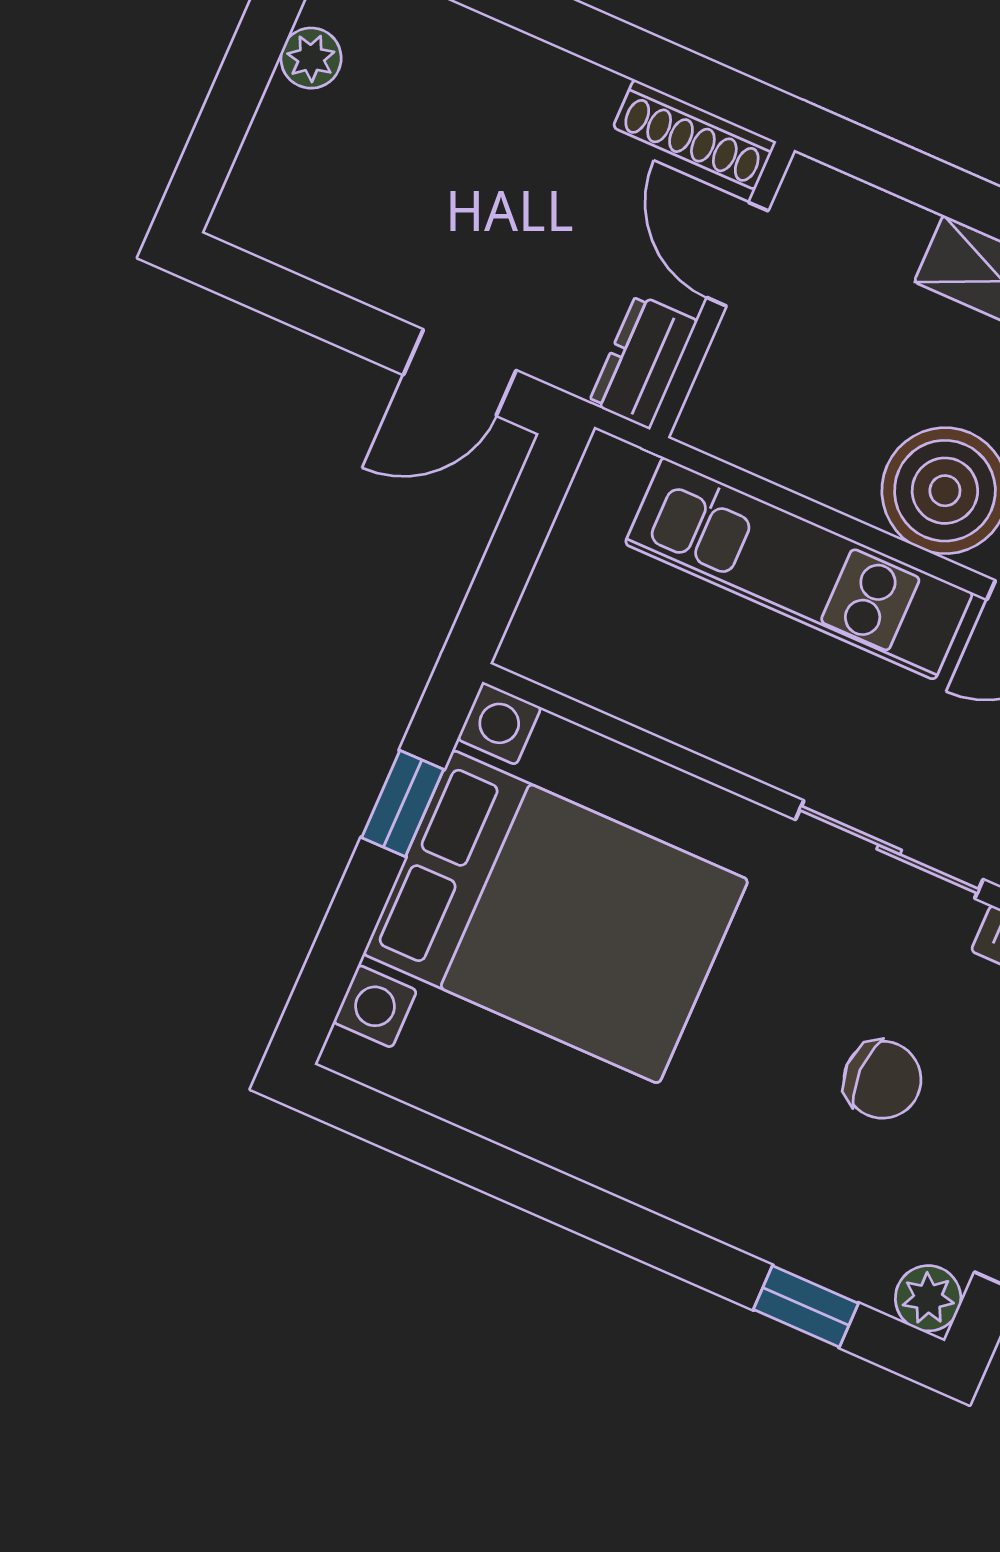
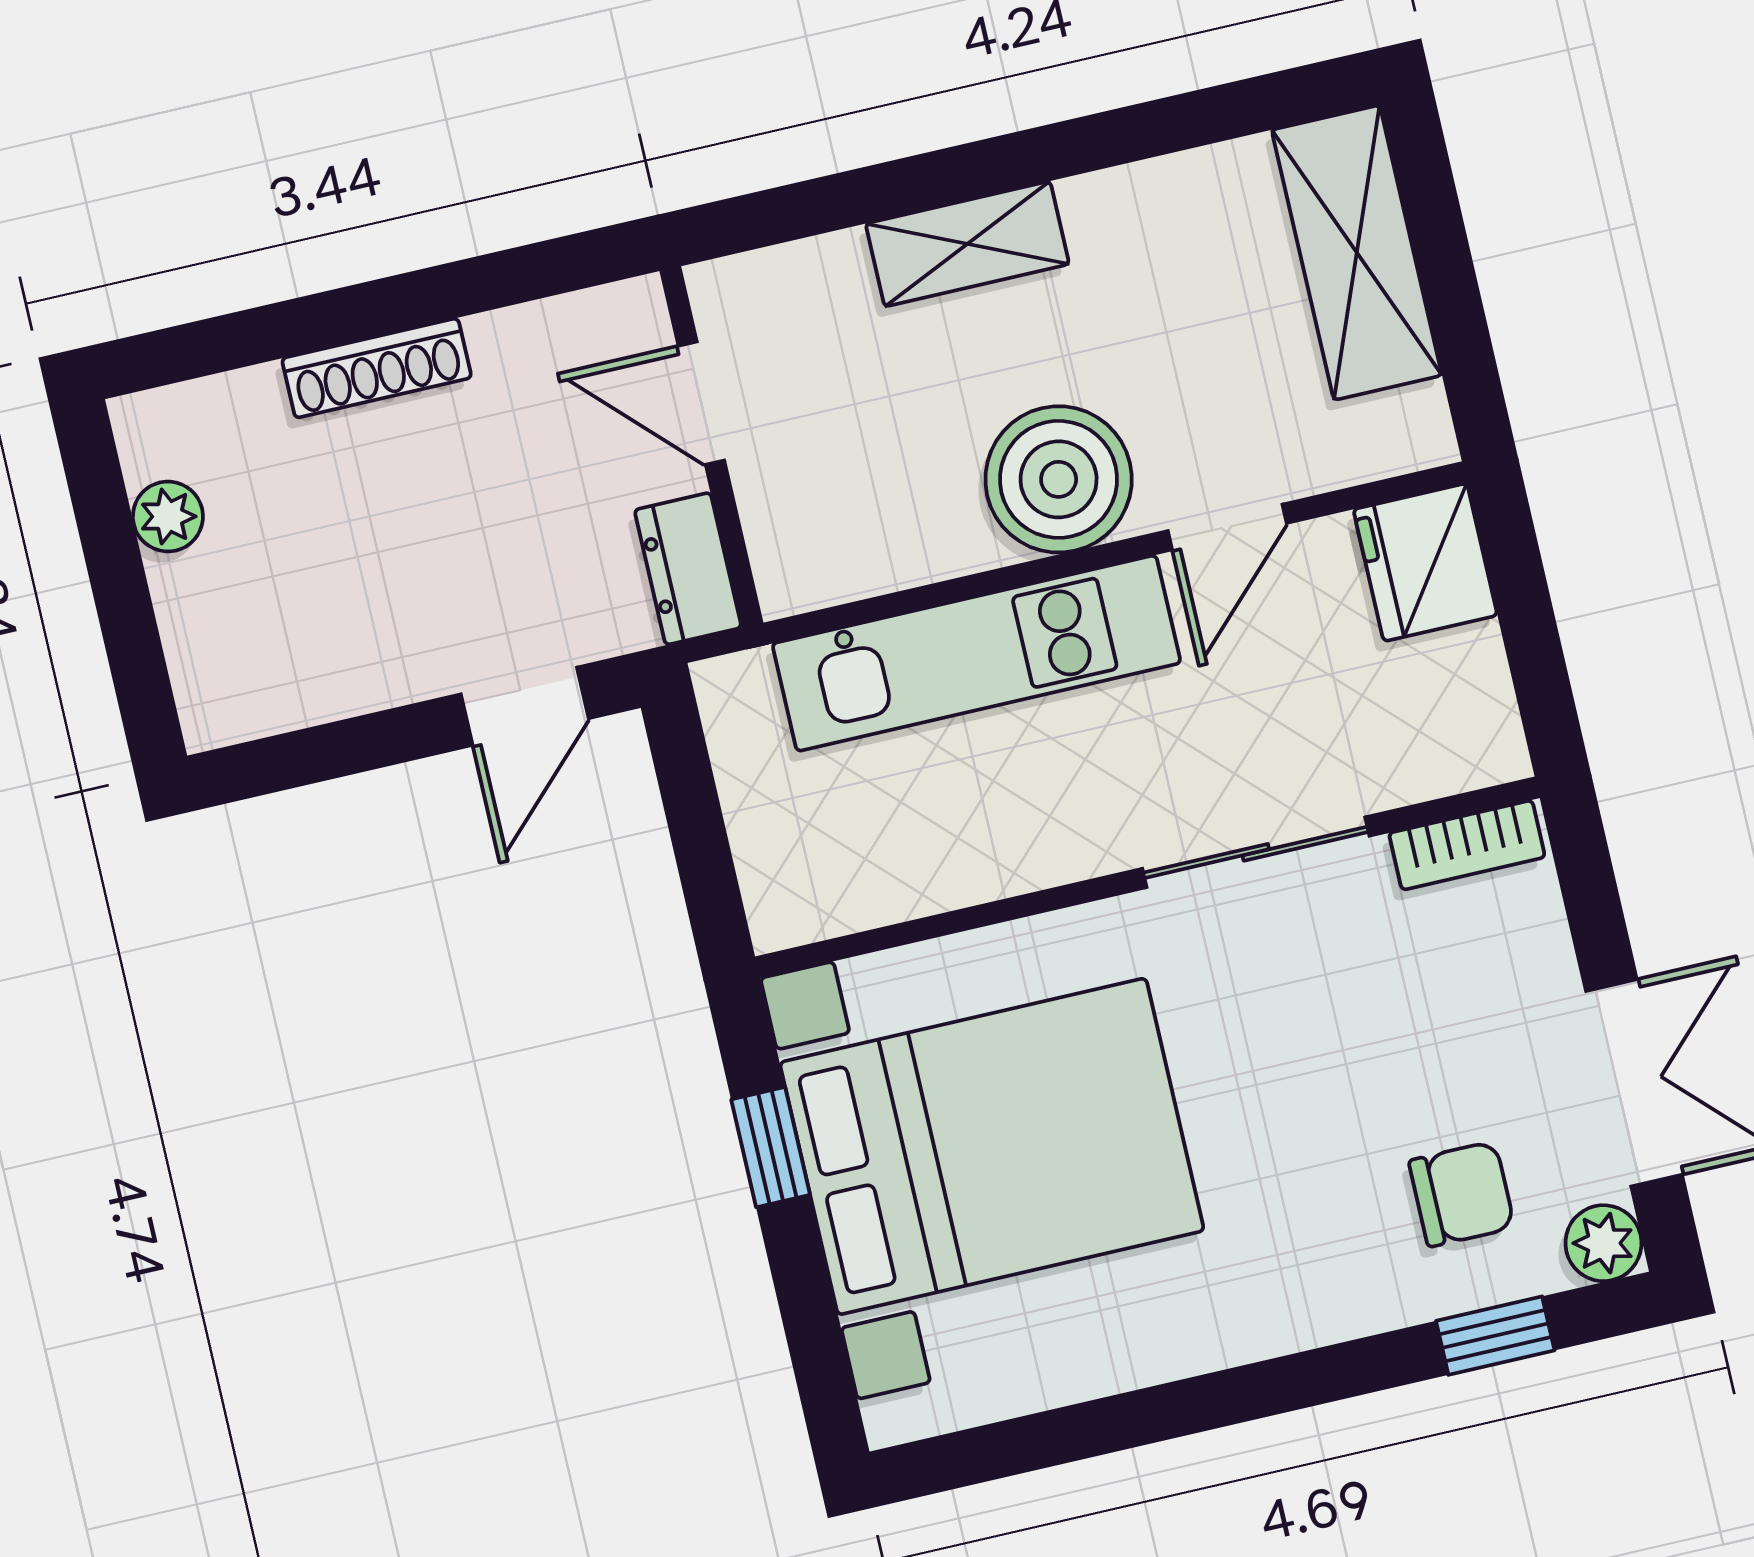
shoe rack: (695, 135) -> (377, 368), moved
chair: (882, 1080) -> (1462, 1194), moved

